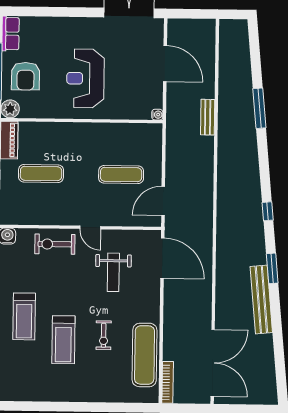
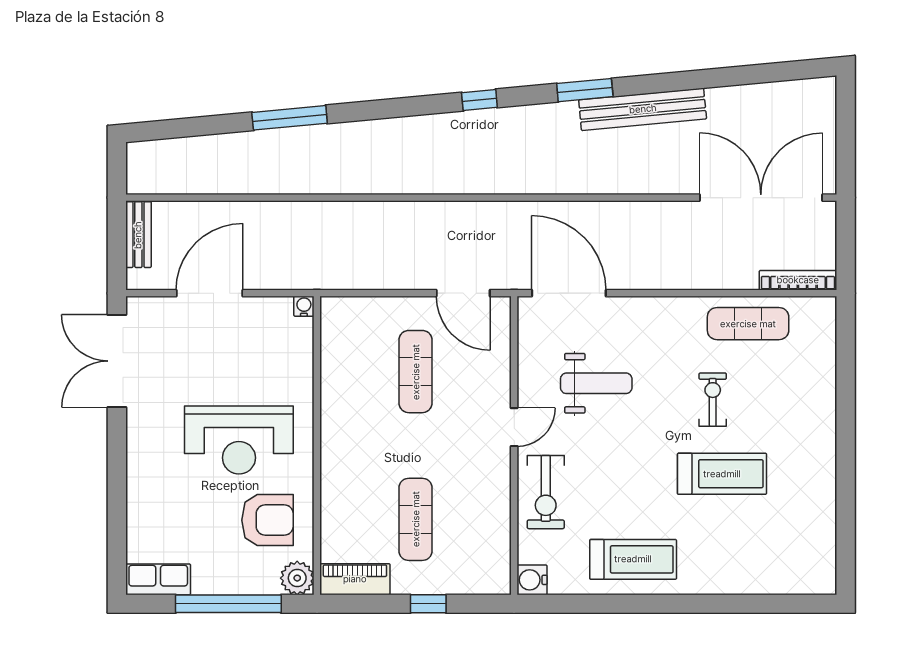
armchair: (26, 76) -> (268, 520), moved
bench: (208, 117) -> (138, 235), moved, turned 90
door: (162, 258) -> (569, 293), hinge flipped
treadmill: (24, 316) -> (633, 559), moved
exercise bike: (104, 335) -> (713, 400), turned -90
exercise mat: (145, 355) -> (748, 324), width x0.73, depth x0.69

